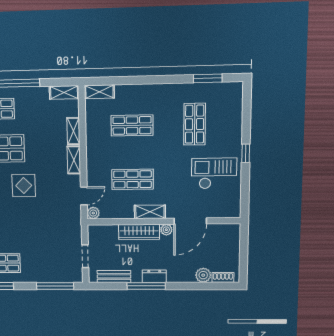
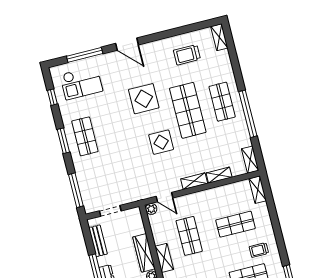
trolley: (168, 106) -> (259, 250), added
shop shelf: (132, 125) -> (236, 224), turned 90

